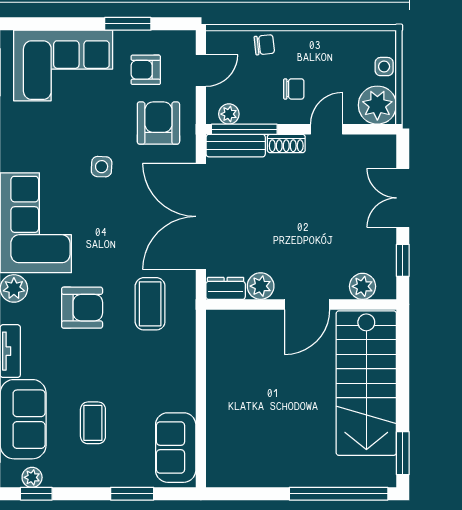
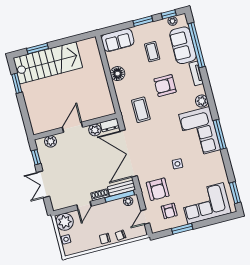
armchair: (146, 70) -> (169, 211), turned 90
chair: (294, 89) -> (105, 239), moved
double door: (403, 198) -> (43, 184), swing flipped
double door: (201, 216) -> (129, 153), swing flipped
armchair: (82, 308) -> (165, 86), moved
stairs: (366, 383) -> (48, 63), moved, turned 90
floor lamp: (180, 395) -> (118, 74), added
sofa: (176, 448) -> (118, 40), moved, turned 90
window: (403, 453) -> (17, 83), moved
window: (132, 494) -> (143, 21), moved
window: (339, 494) -> (37, 49), width x0.47

